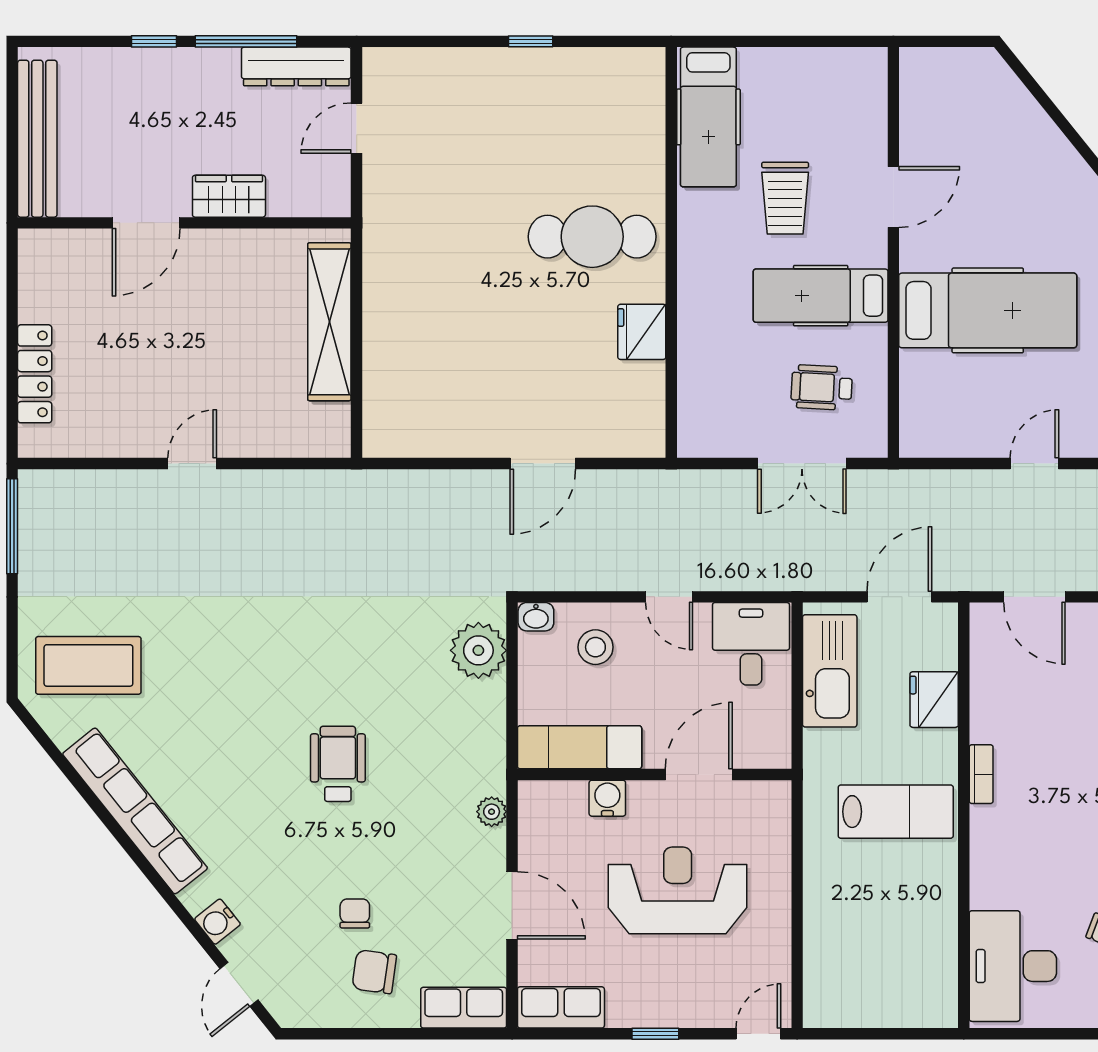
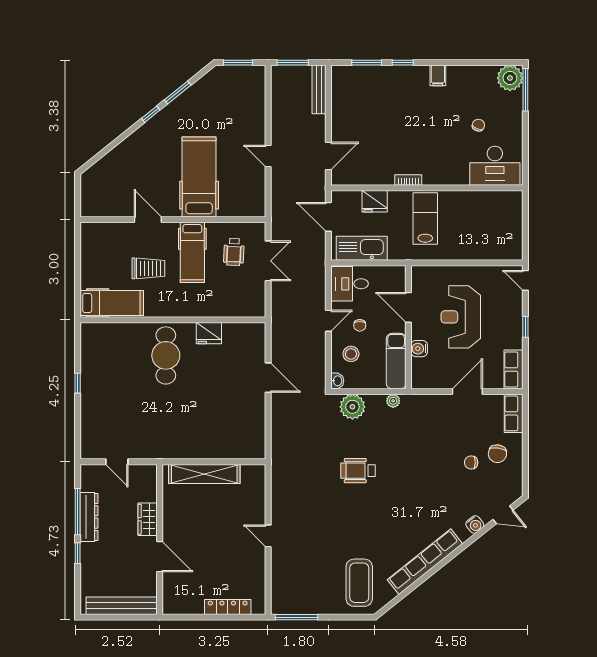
dresser: (296, 66) -> (89, 517), moved
chair: (659, 667) -> (360, 325), added
wheelchair: (338, 764) -> (358, 471), moved
plant: (492, 812) -> (393, 401), moved

